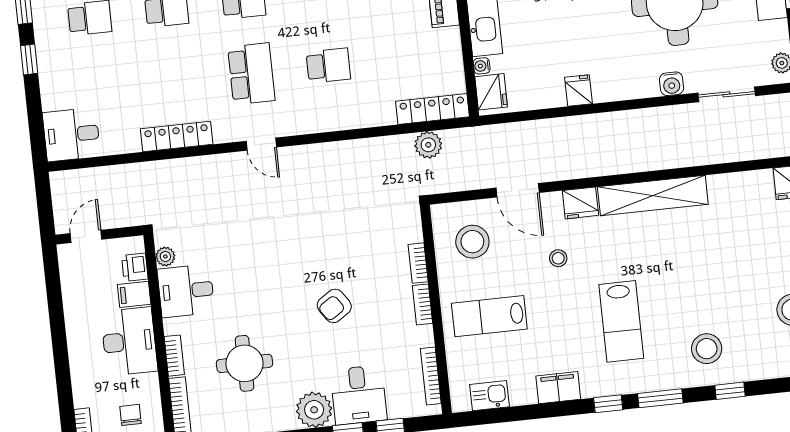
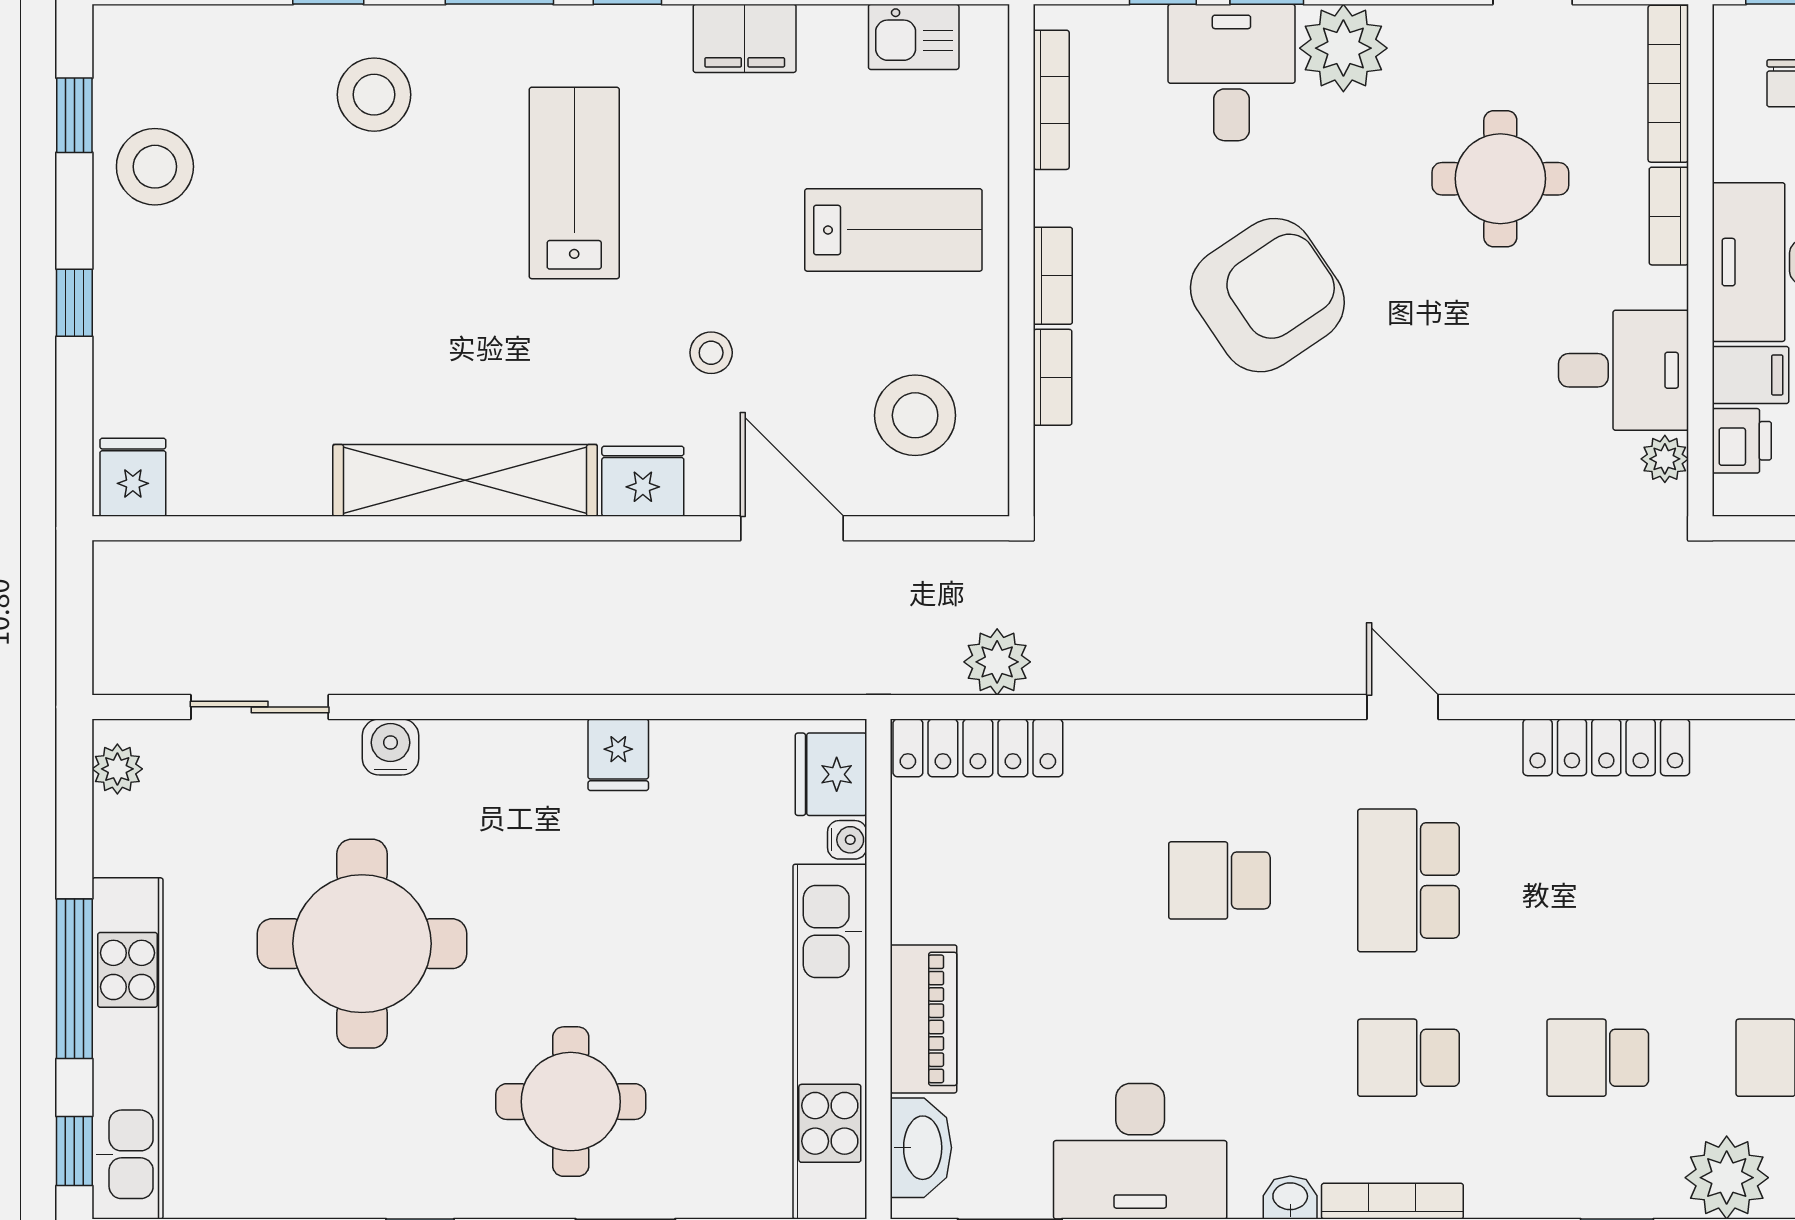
armchair: (334, 306) -> (1267, 295), width x1.88, depth x1.88

